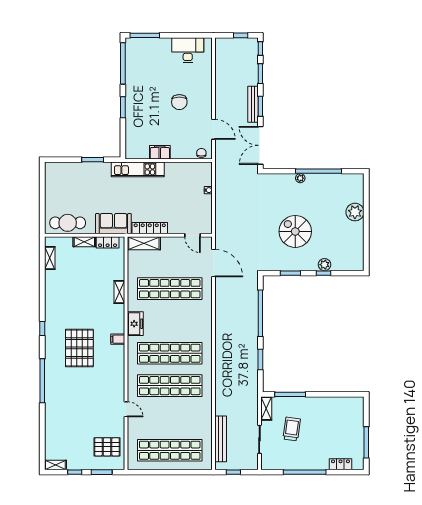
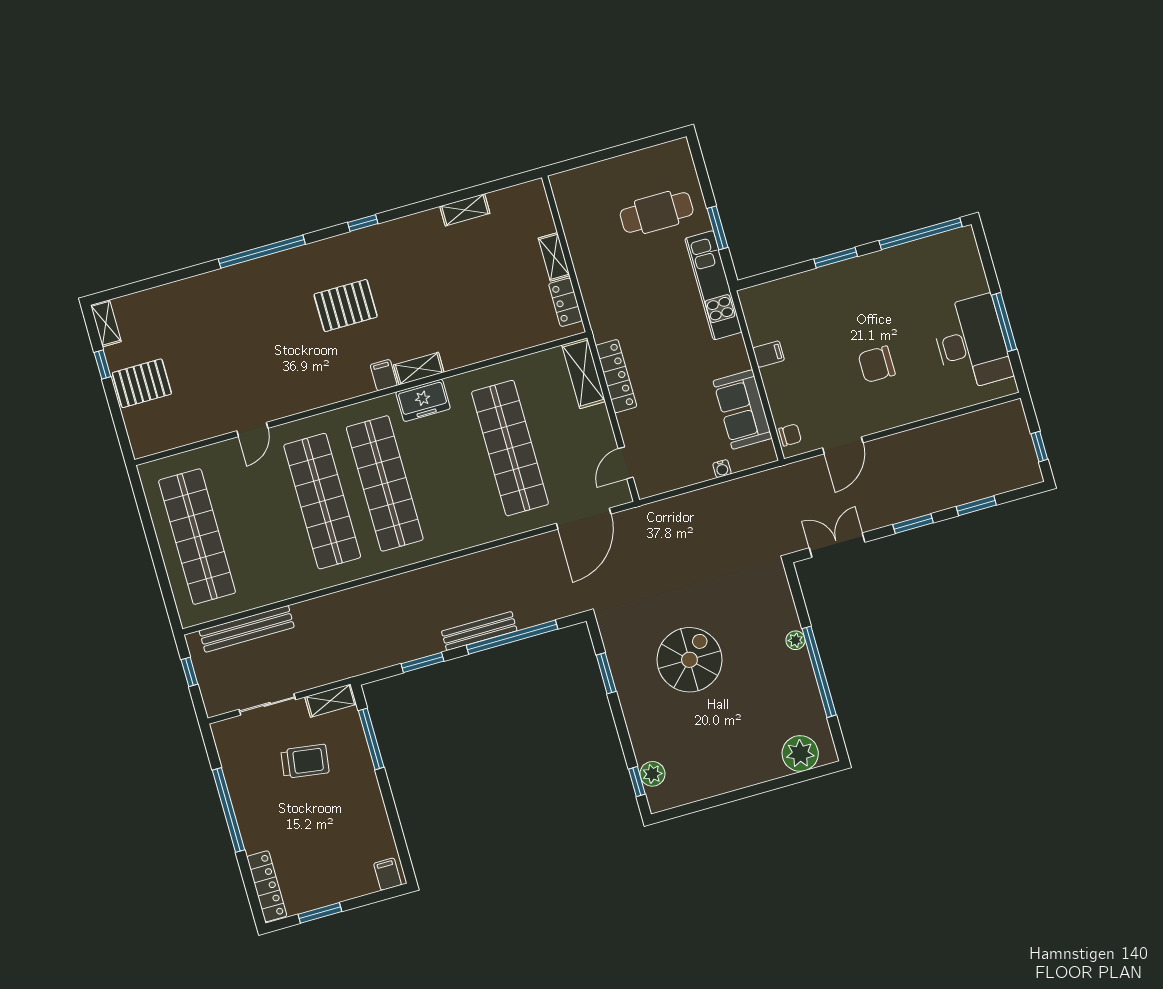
window: (145, 35) -> (1004, 322), moved
window: (260, 48) -> (1025, 492), removed
desk: (188, 50) -> (971, 343), width x1.36, depth x1.30
bench: (253, 104) -> (479, 631), moved
double door: (260, 145) -> (837, 545), width x0.73
filing cabinet: (160, 152) -> (769, 354), width x0.50
kitchen unit: (138, 169) -> (713, 285), moved
plant: (355, 212) -> (800, 753), moved
cafe table: (68, 223) -> (657, 212), moved, turned 90
sofa: (113, 224) -> (743, 410), moved, turned 180
shelving: (50, 258) -> (465, 210), moved
plant: (325, 265) -> (652, 774), moved
window: (323, 273) -> (637, 782), moved
shelving: (119, 292) -> (419, 369), moved
pallet: (79, 348) -> (346, 306), width x0.73, depth x0.71
filing cabinet: (357, 405) -> (388, 874), added
window: (366, 442) -> (320, 913), width x0.69
pallet: (107, 447) -> (142, 383), moved, turned 90
locker: (340, 464) -> (267, 886), width x1.53
window: (102, 472) -> (117, 417), removed

